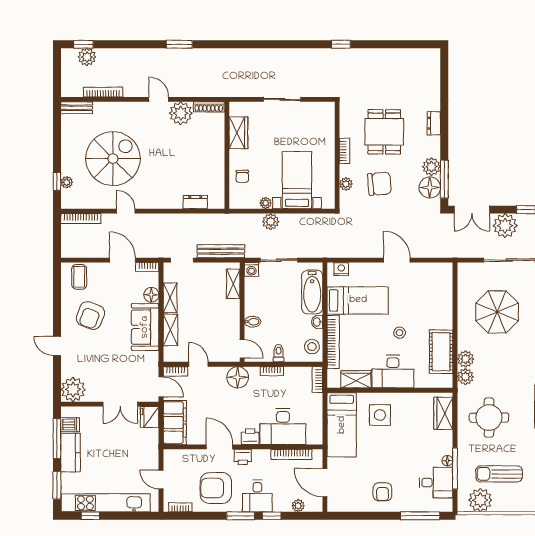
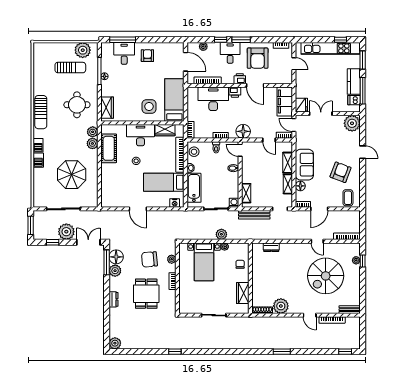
plant: (87, 57) -> (115, 343), moved
door: (159, 99) -> (310, 315), moved
door: (123, 260) -> (319, 209), hinge flipped
desk: (436, 483) -> (124, 53), moved, turned 90
armchair: (216, 488) -> (258, 58), turned 90

